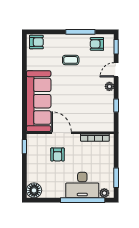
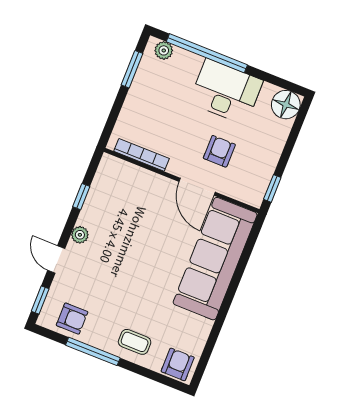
armchair: (36, 42) -> (178, 364), turned 90
coffee table: (71, 60) -> (135, 342), moved
door: (116, 70) -> (56, 259), swing flipped
desk: (82, 185) -> (226, 92), moved

